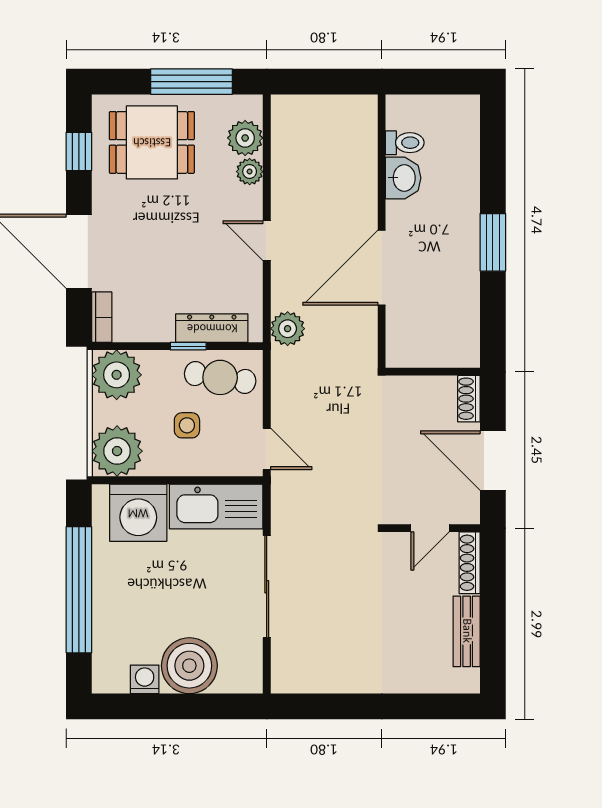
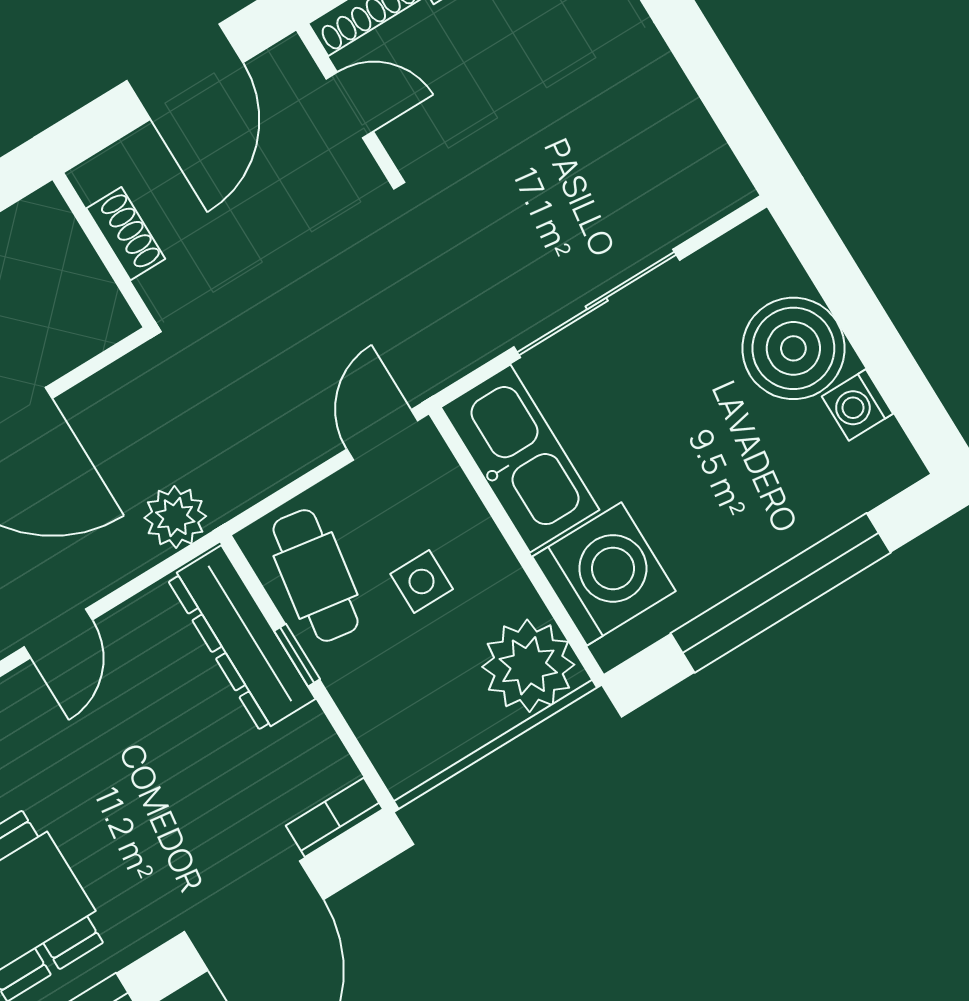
dresser: (212, 328) -> (241, 639), width x1.37, depth x1.24
plant: (117, 375) -> (410, 739), removed
shoe rack: (469, 399) -> (126, 234), moved, turned -90

